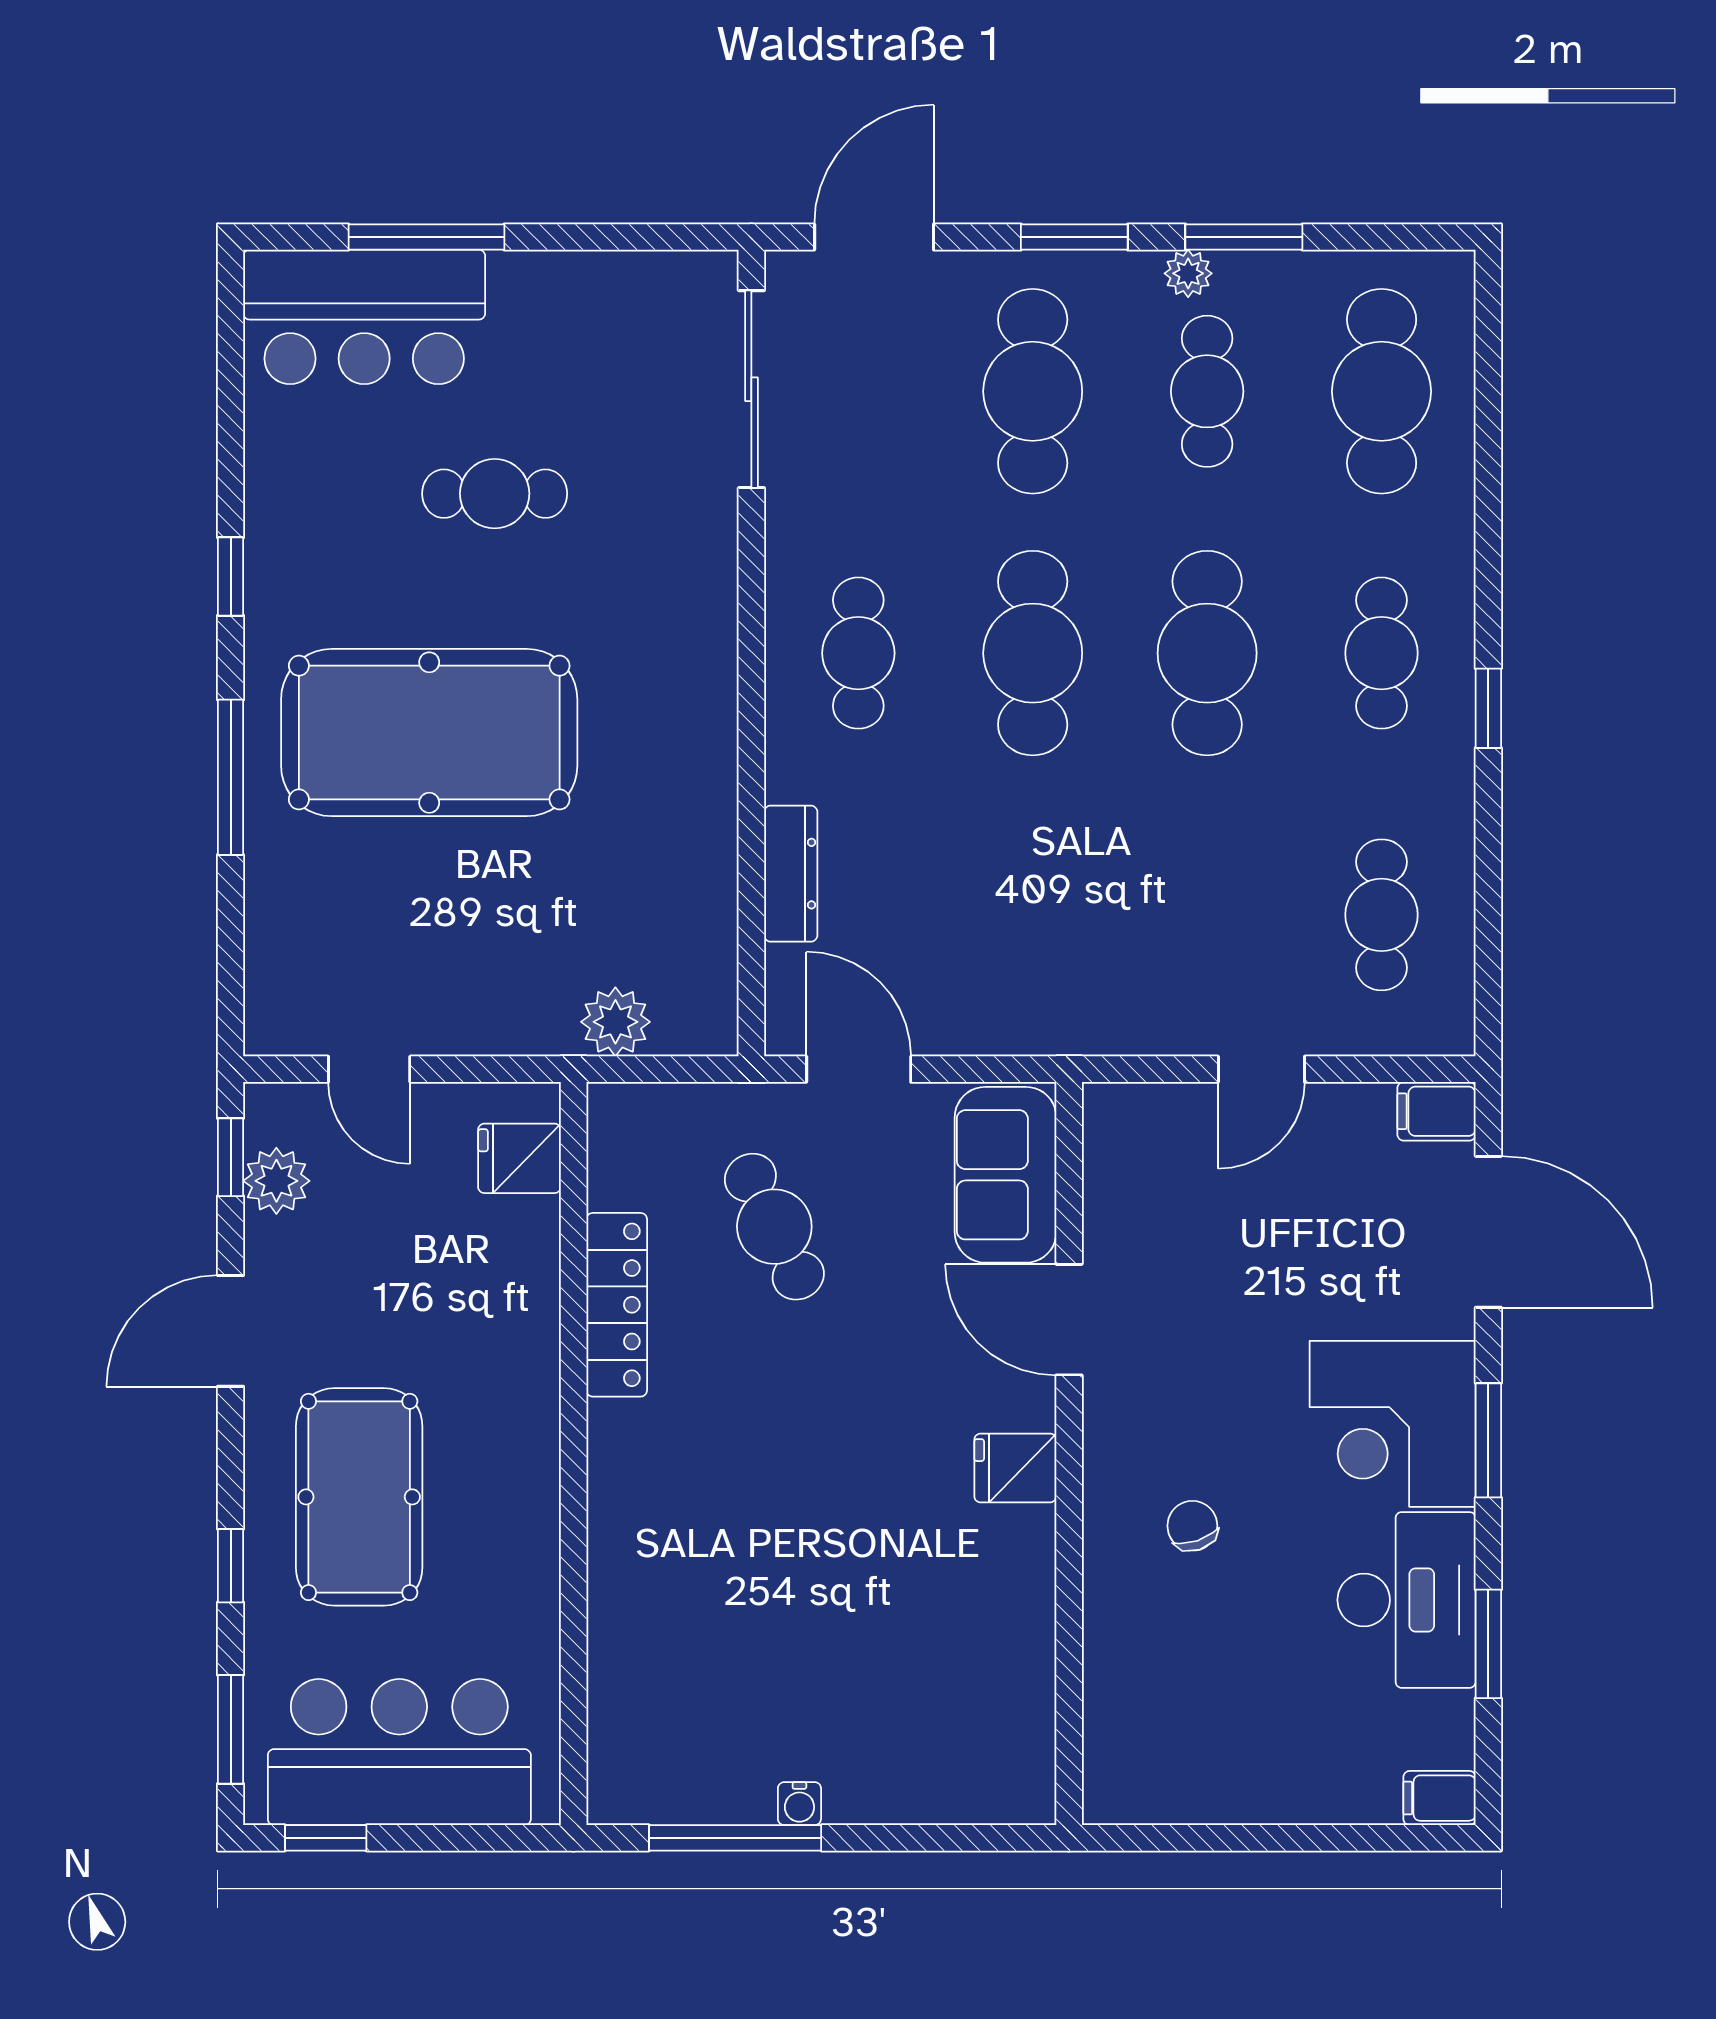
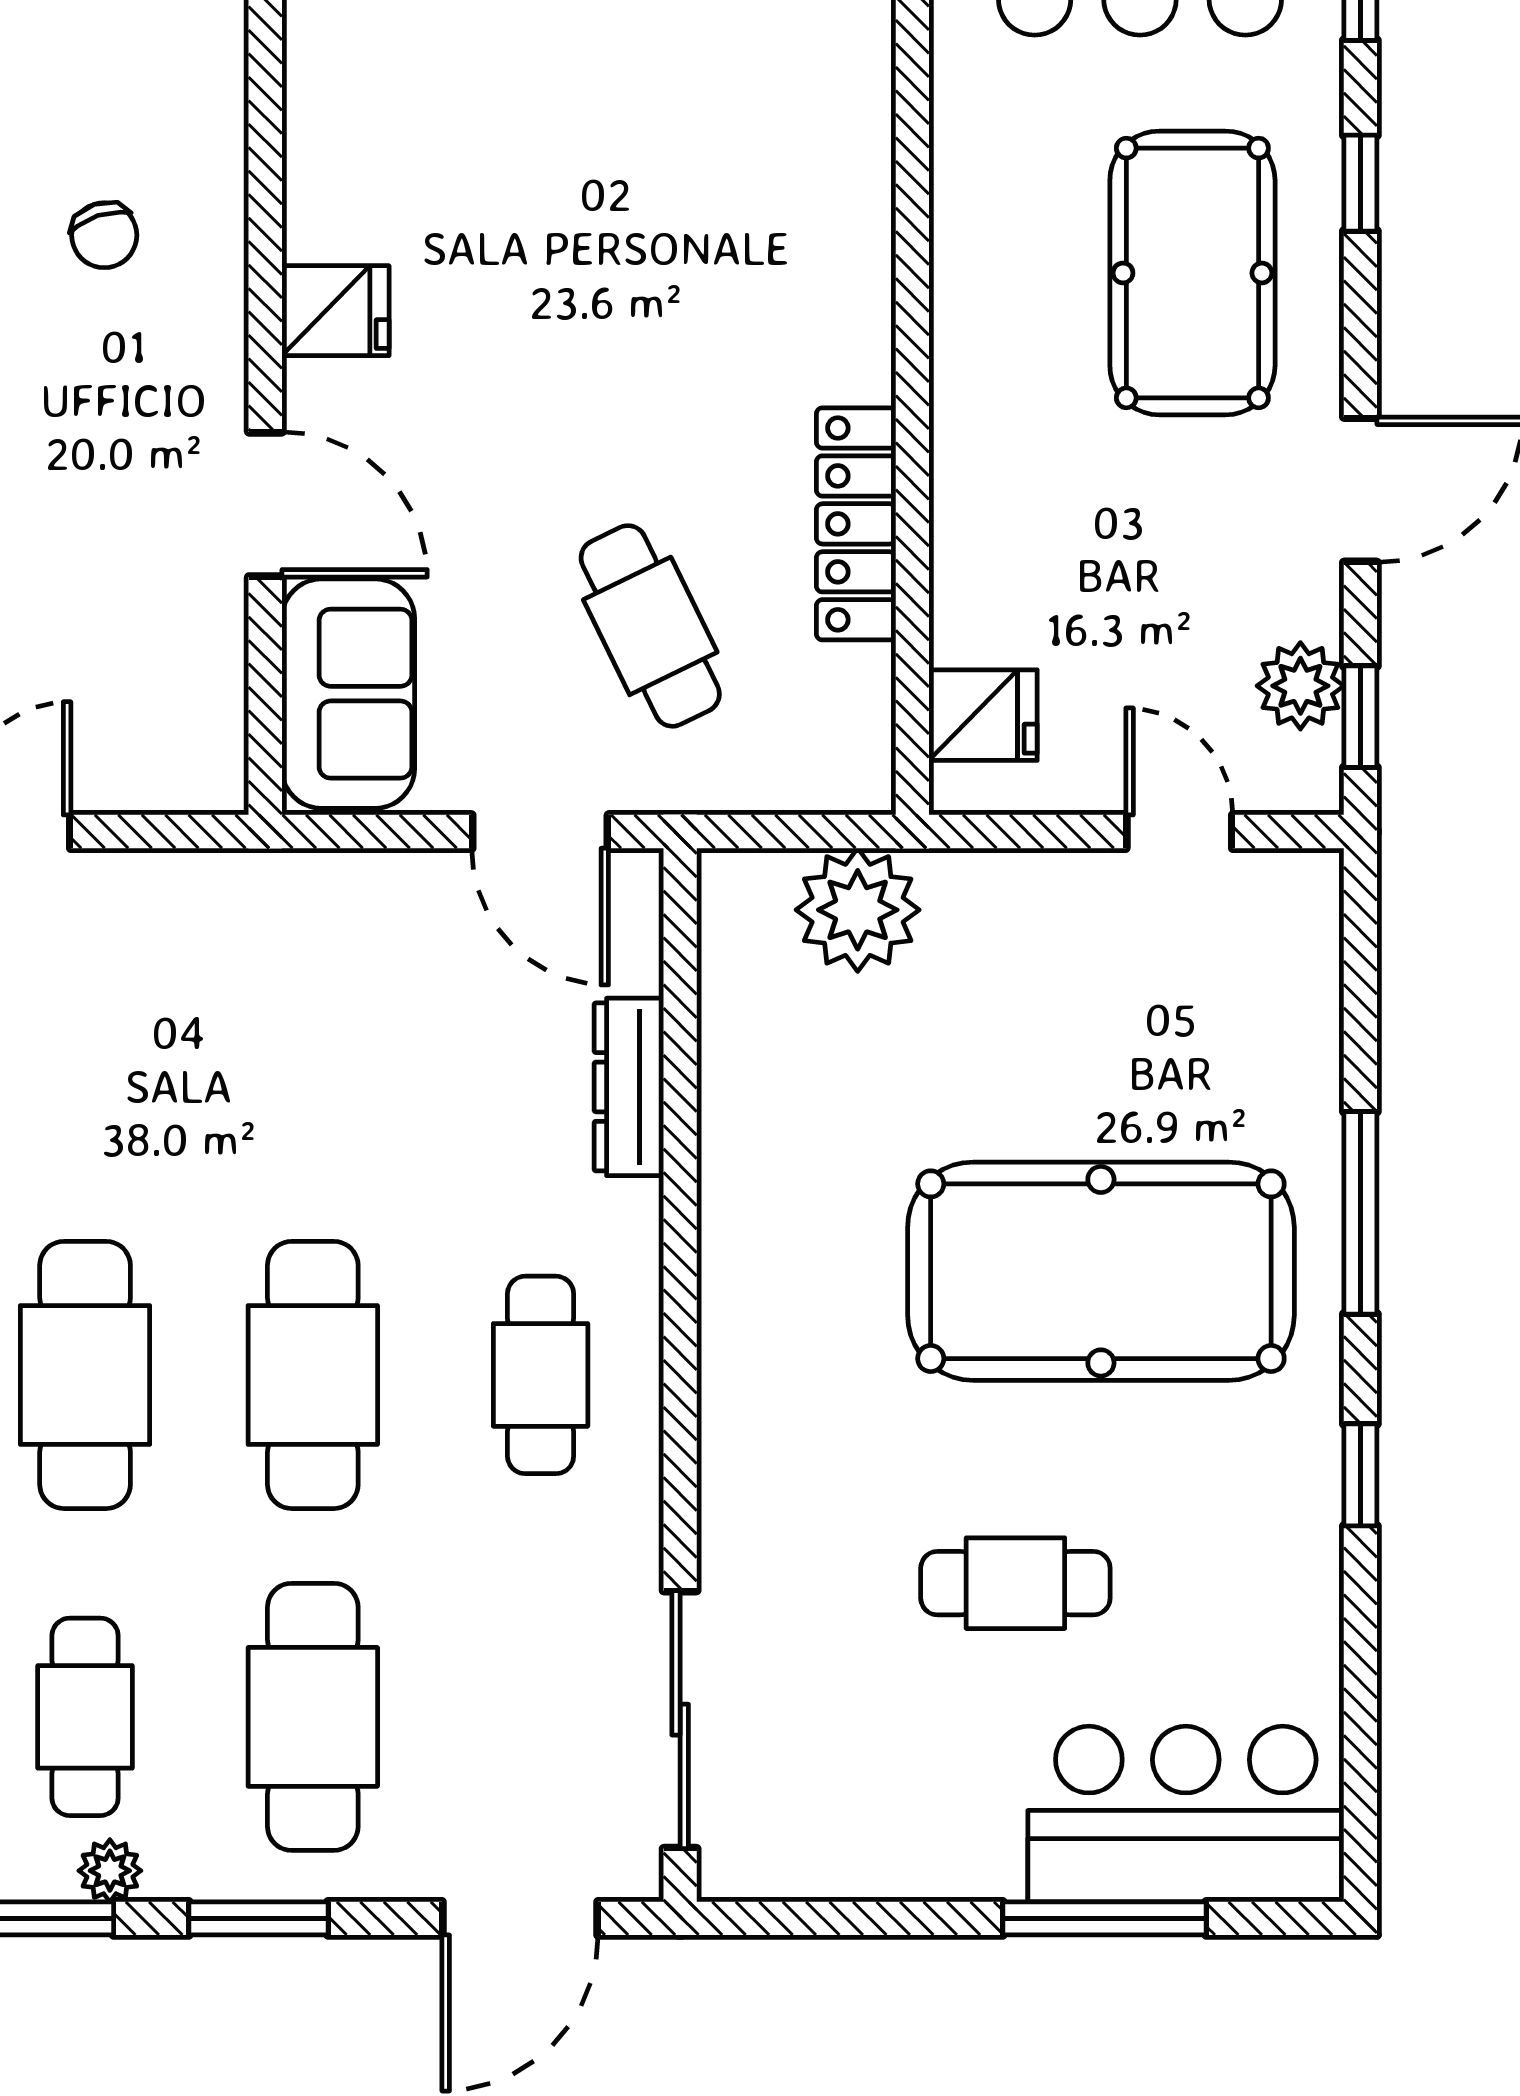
plant: (615, 1022) -> (858, 910), width x1.36, depth x1.36

